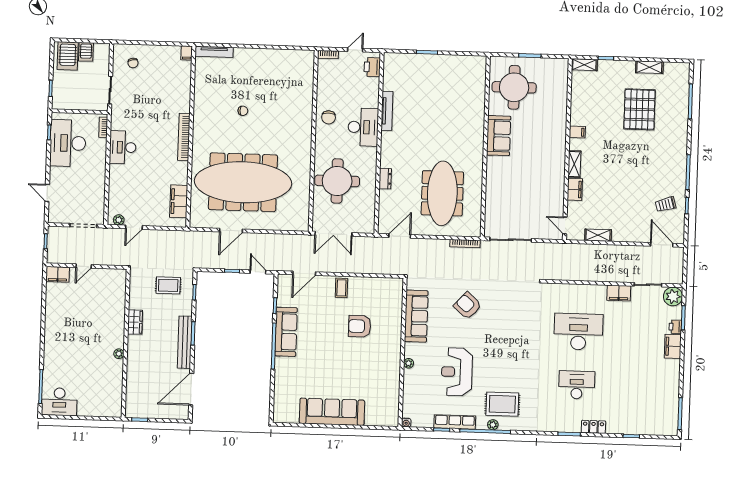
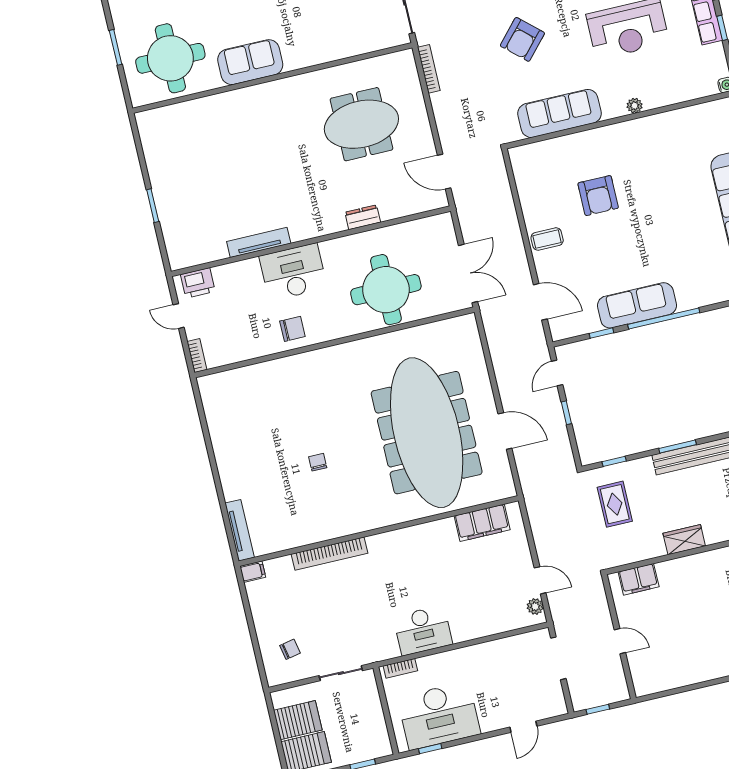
server rack: (86, 52) -> (298, 720), width x1.36, depth x1.44
bookcase: (184, 137) -> (329, 554), moved
meeting table: (442, 193) -> (361, 124), width x0.73
filing cabinet: (58, 274) -> (639, 579), moved, turned 90

